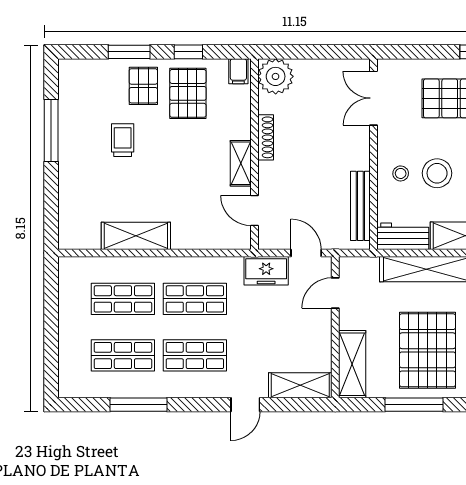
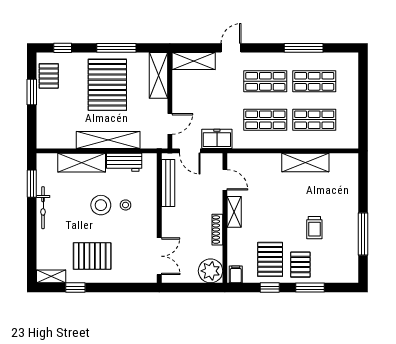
double door: (373, 98) -> (159, 256), moved
wall: (373, 154) -> (159, 218), moved
bench: (360, 206) -> (168, 183), moved

